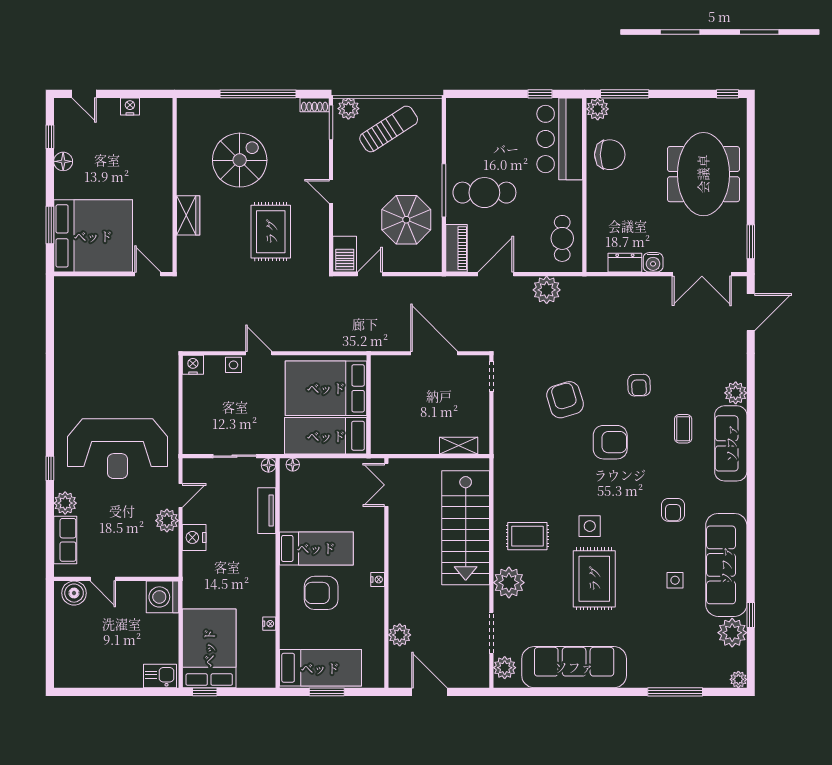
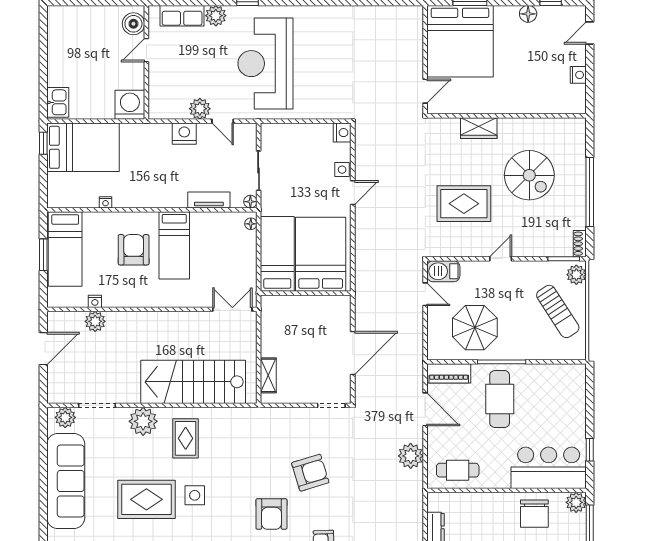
nightstand: (378, 579) -> (95, 301), moved

